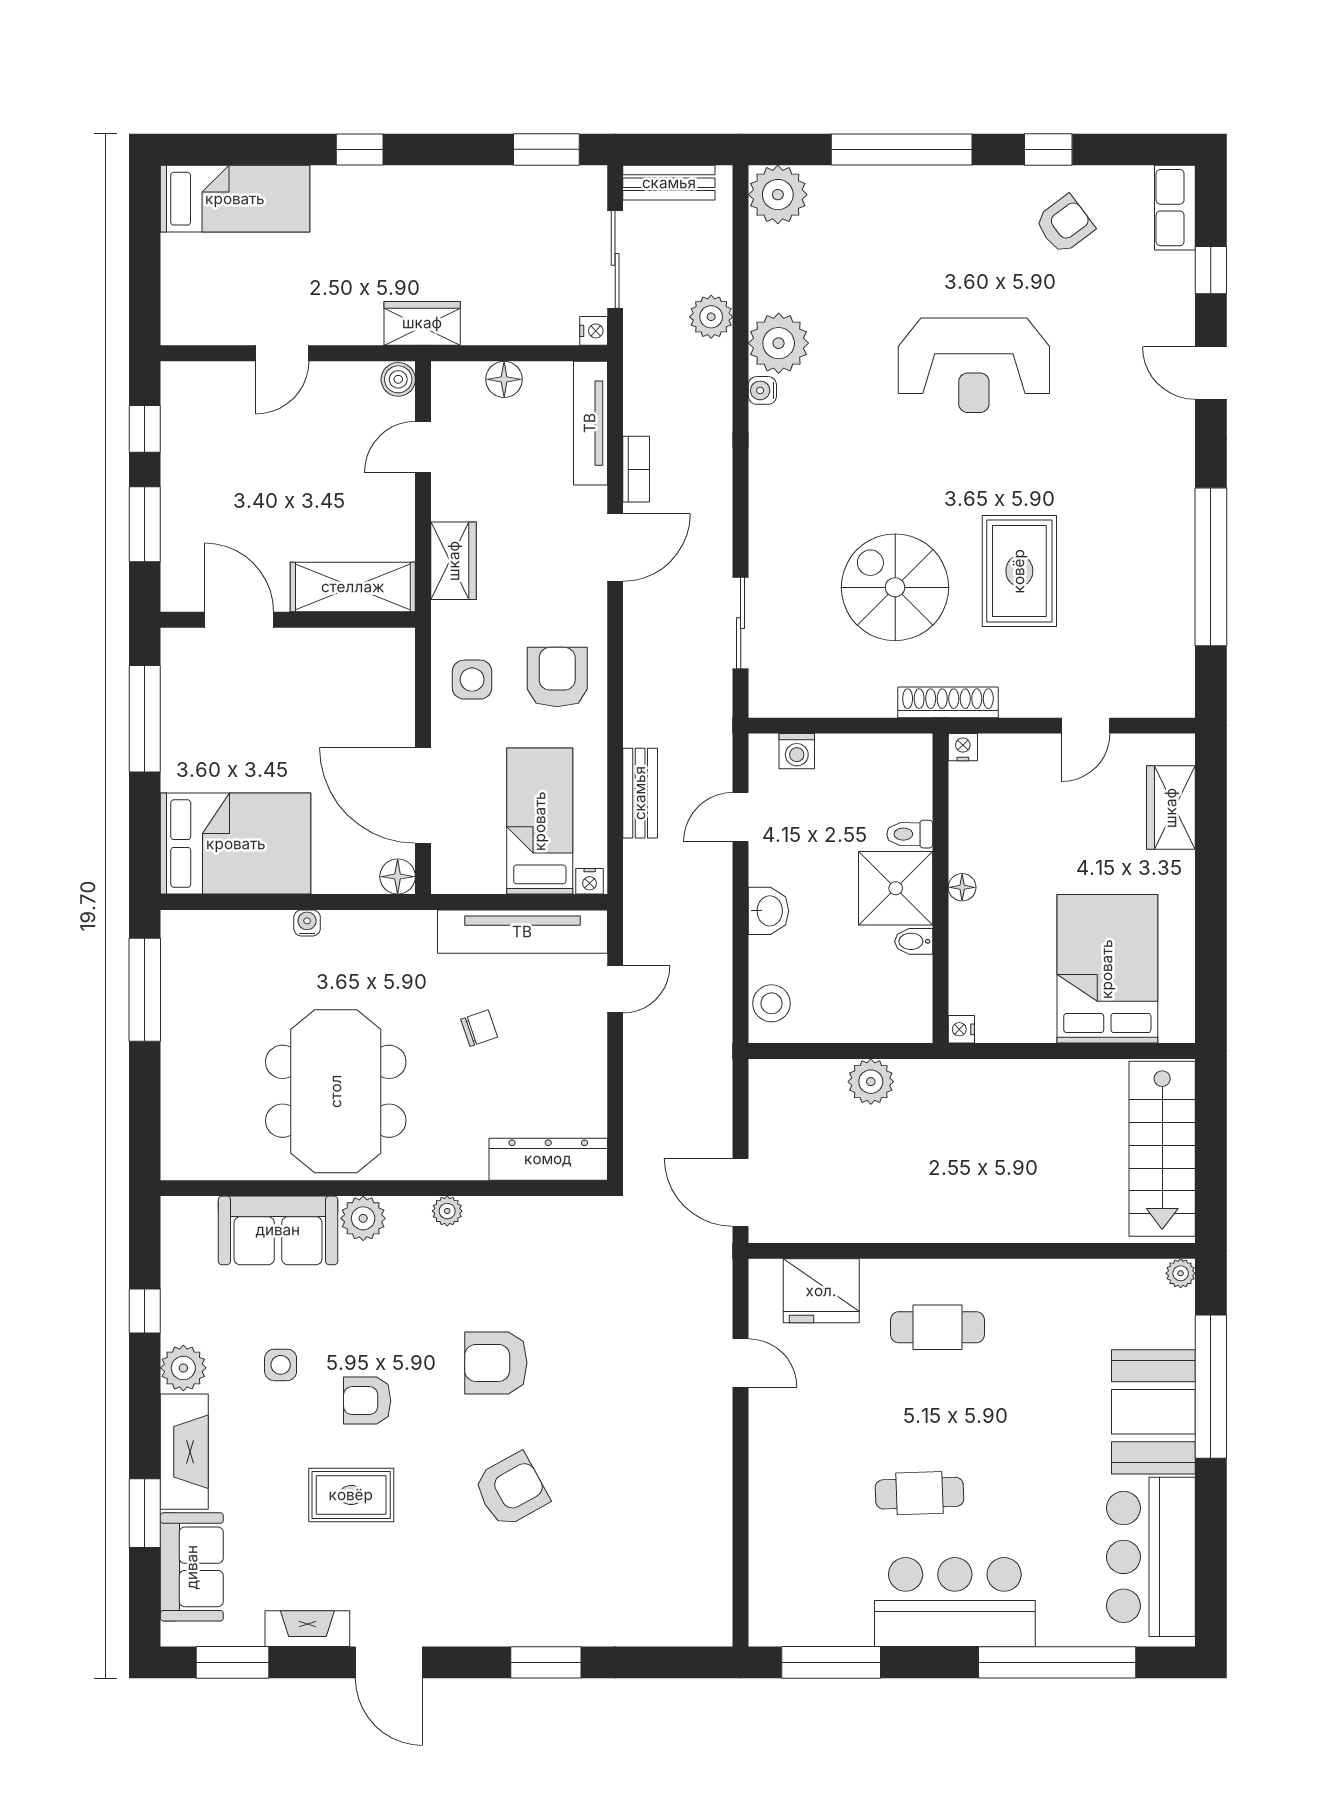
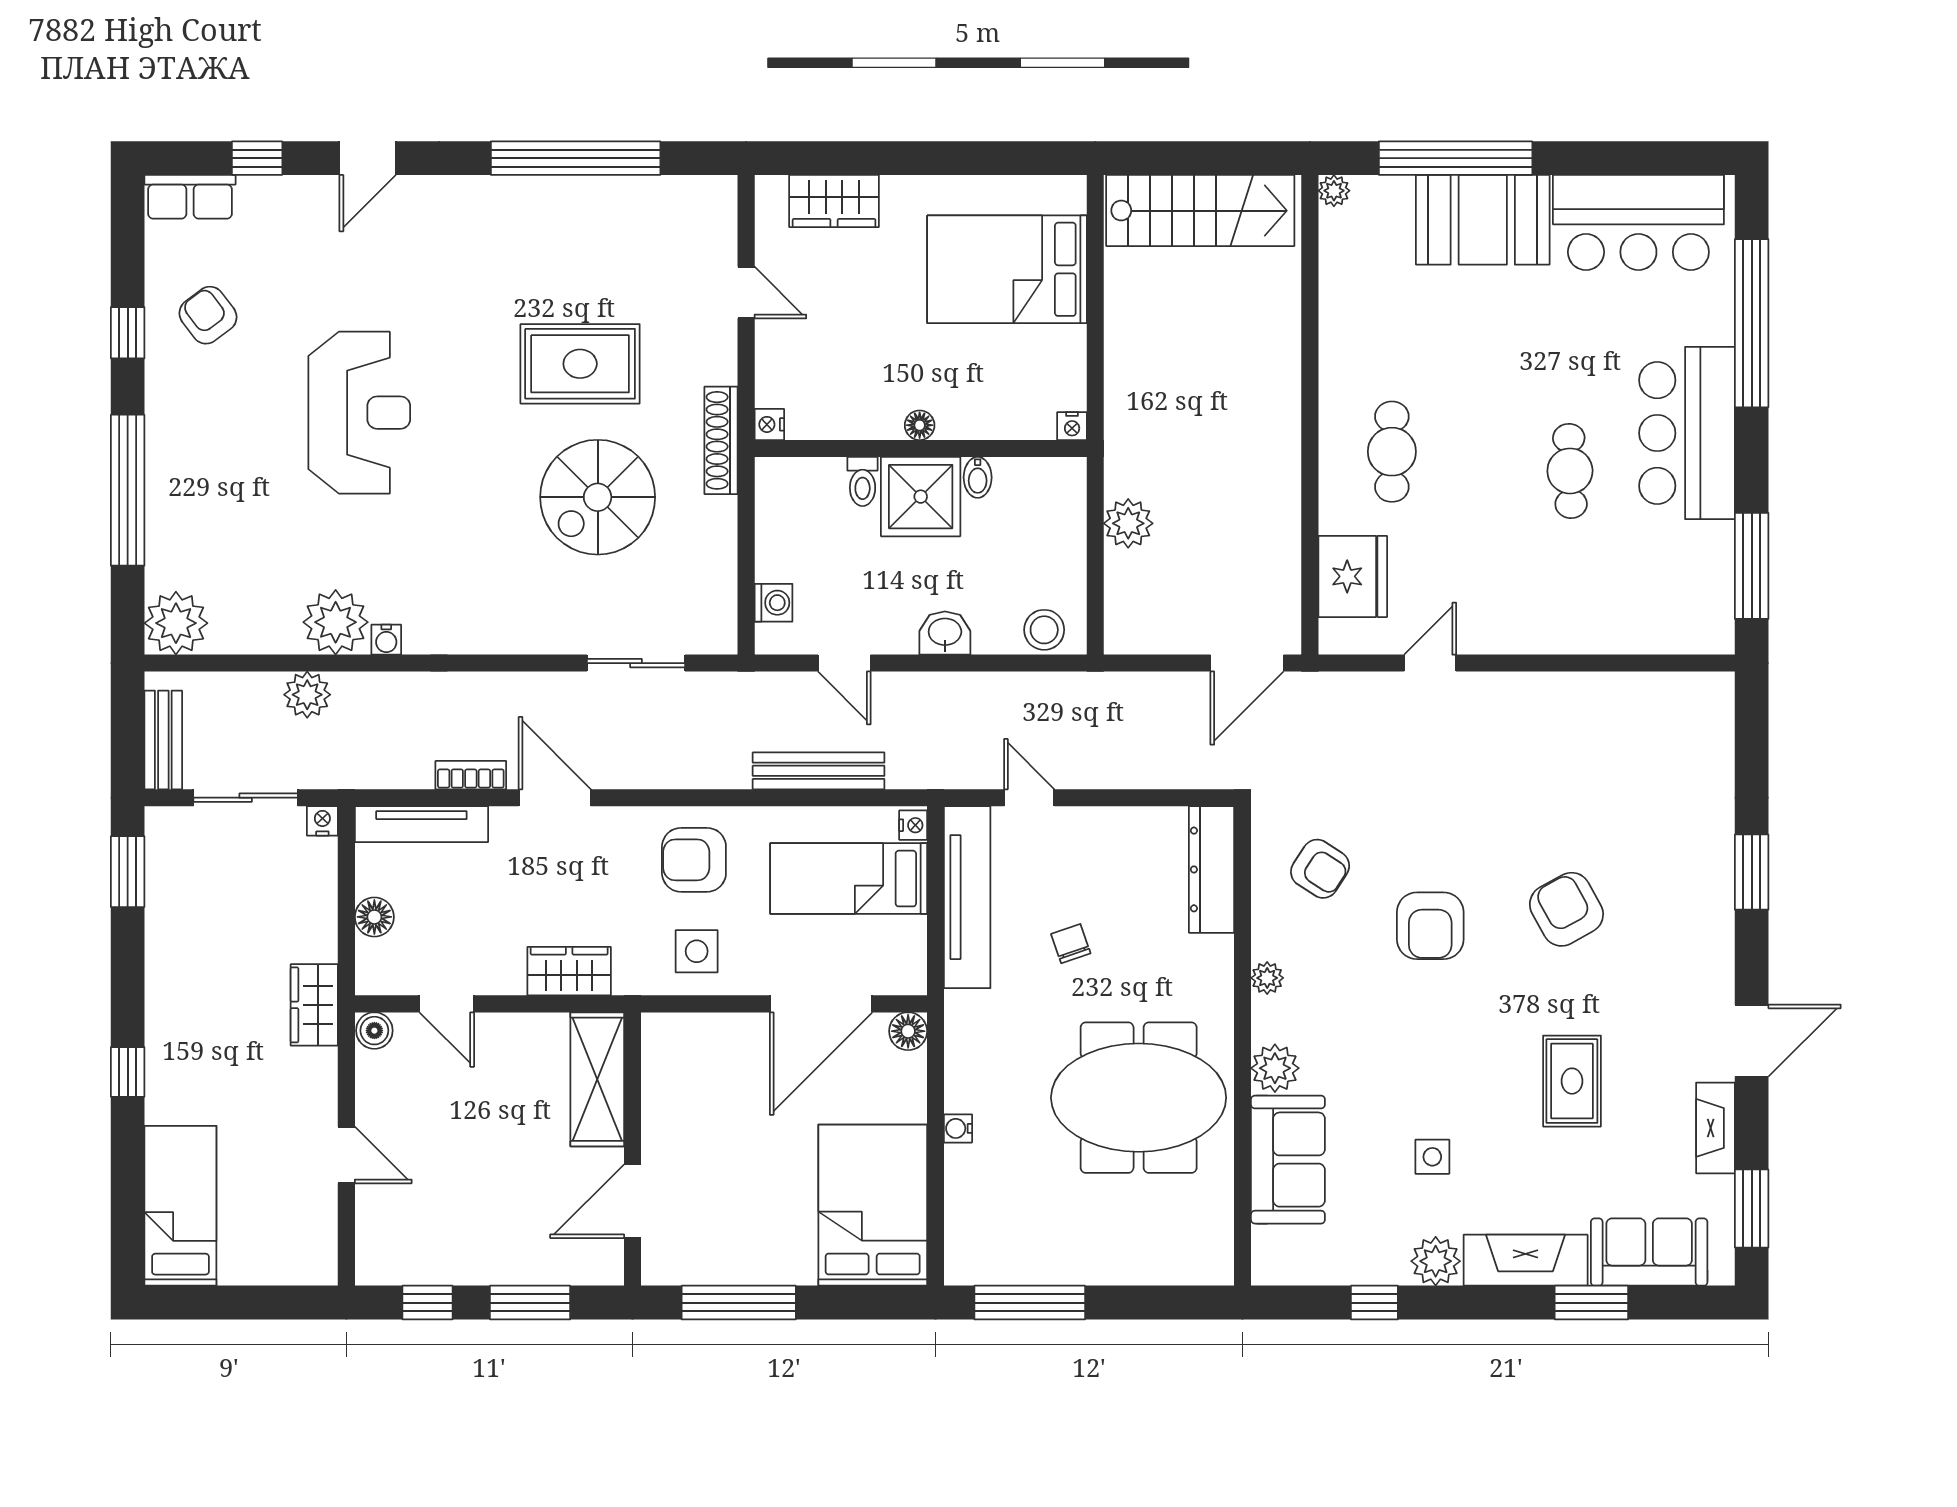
bench: (640, 793) -> (819, 771), width x1.36
armchair: (367, 1401) -> (1320, 869), moved, turned -57

